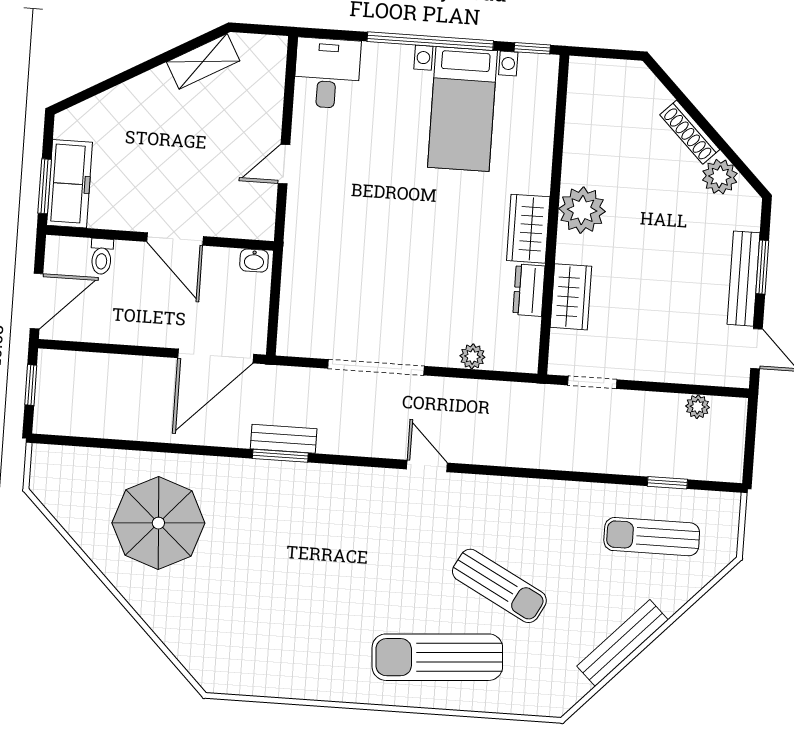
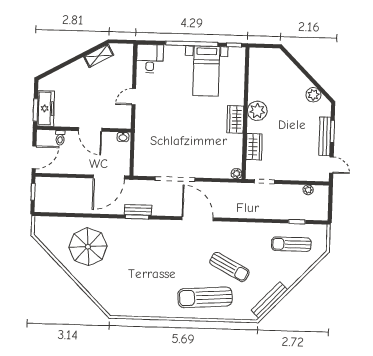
shoe rack: (690, 132) -> (300, 77), removed
dresser: (529, 290) -> (237, 145), removed
plant: (472, 356) -> (236, 174), moved
door: (427, 466) -> (198, 219), width x1.88
bench: (623, 643) -> (269, 300), moved

